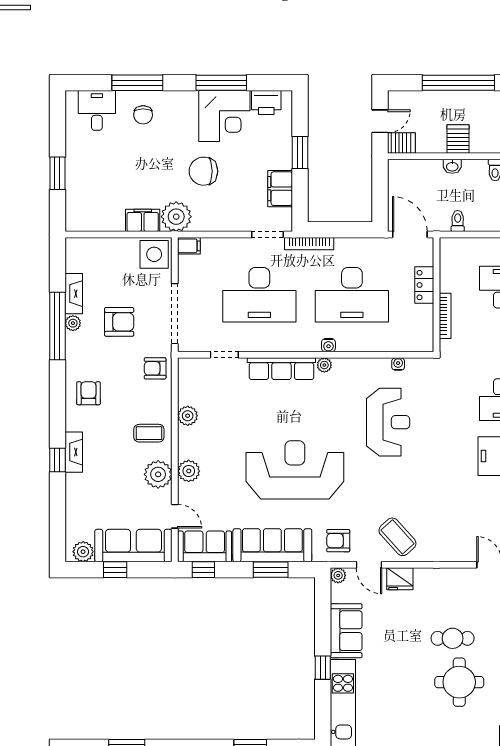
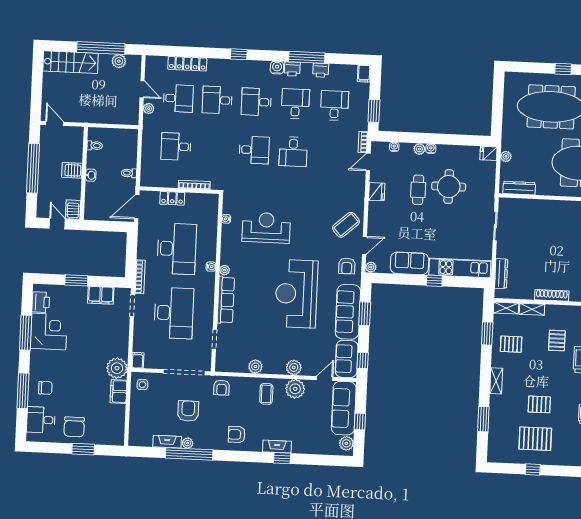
chair: (203, 171) -> (74, 427), moved
side table: (154, 254) -> (142, 385), width x0.54, depth x0.54
fridge: (400, 579) -> (377, 192), moved

